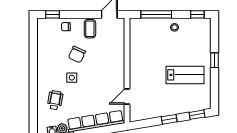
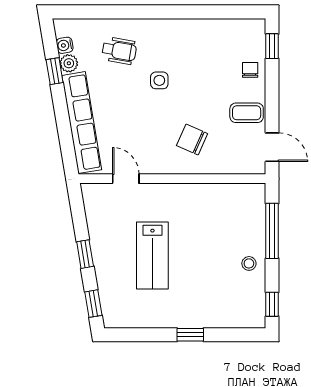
chair: (77, 54) -> (192, 140), moved
lab bench: (185, 75) -> (152, 256), moved

